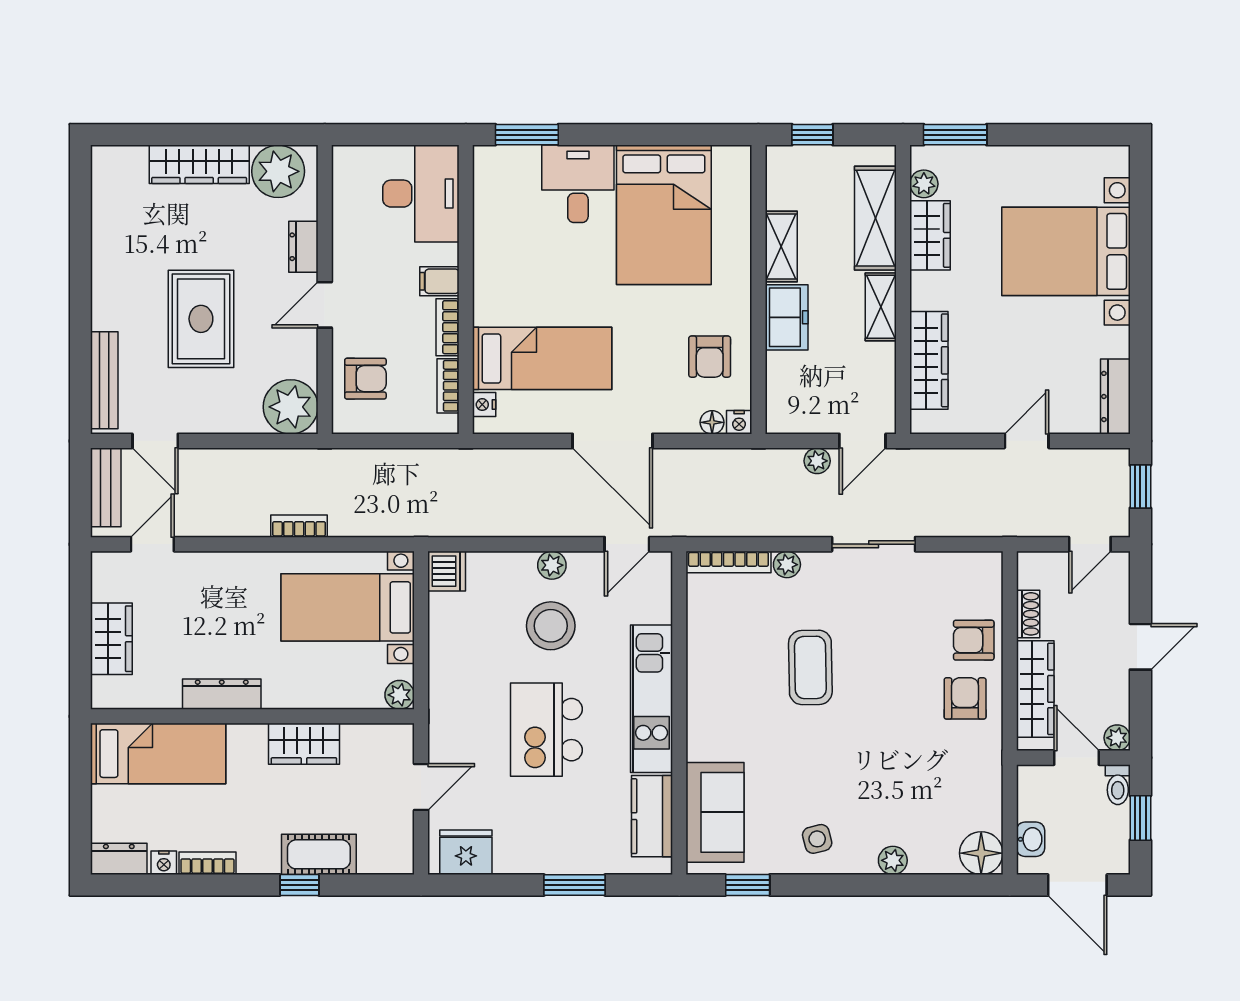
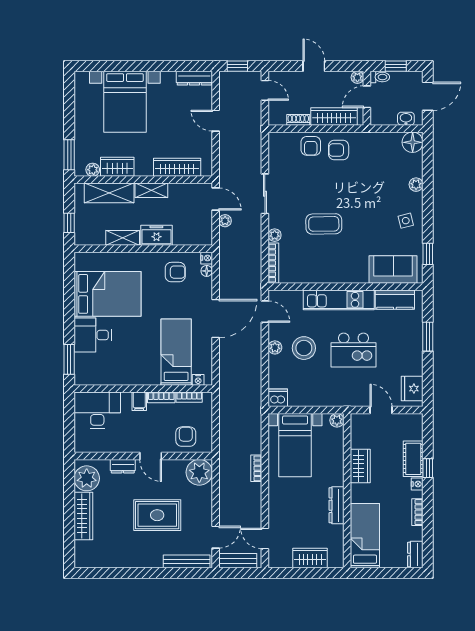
nightstand: (164, 863) -> (417, 484), moved

